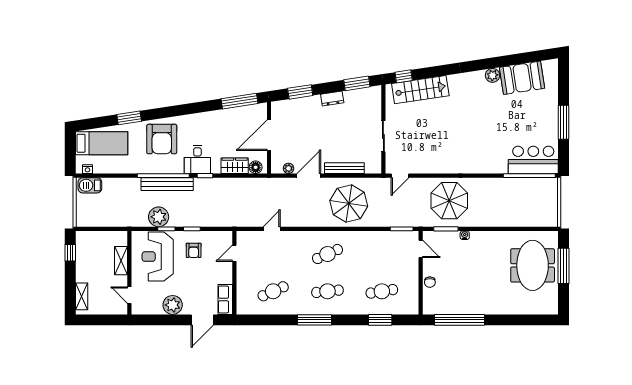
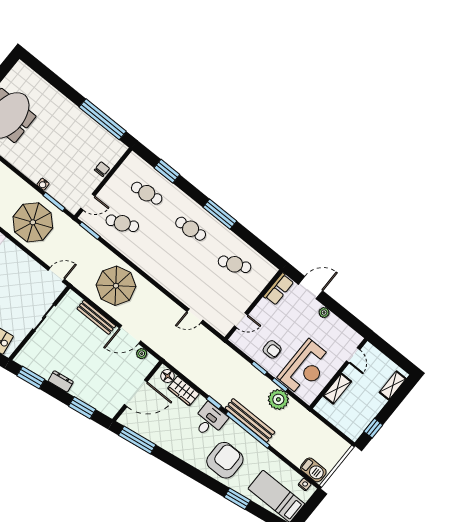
door: (421, 249) -> (88, 202), swing flipped
armchair: (194, 250) -> (272, 349), turned 90
cafe table: (327, 254) -> (122, 223), moved
plant: (173, 305) -> (324, 313), width x0.53, depth x0.53

